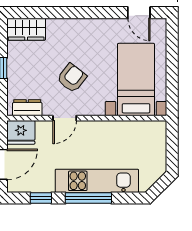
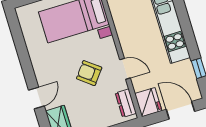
door: (139, 13) -> (36, 98), moved
window: (88, 198) -> (187, 28), removed

